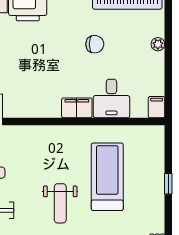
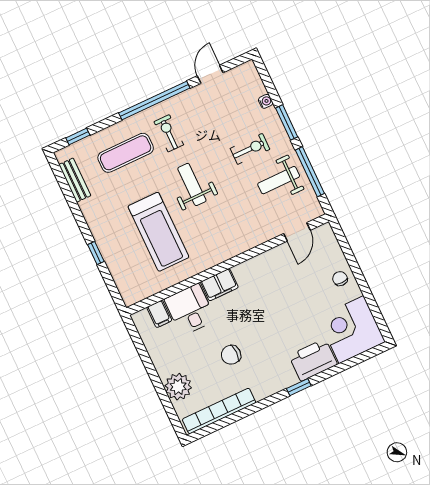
plant: (158, 44) -> (178, 387), width x1.88, depth x1.88
filing cabinet: (157, 107) -> (159, 314), moved

